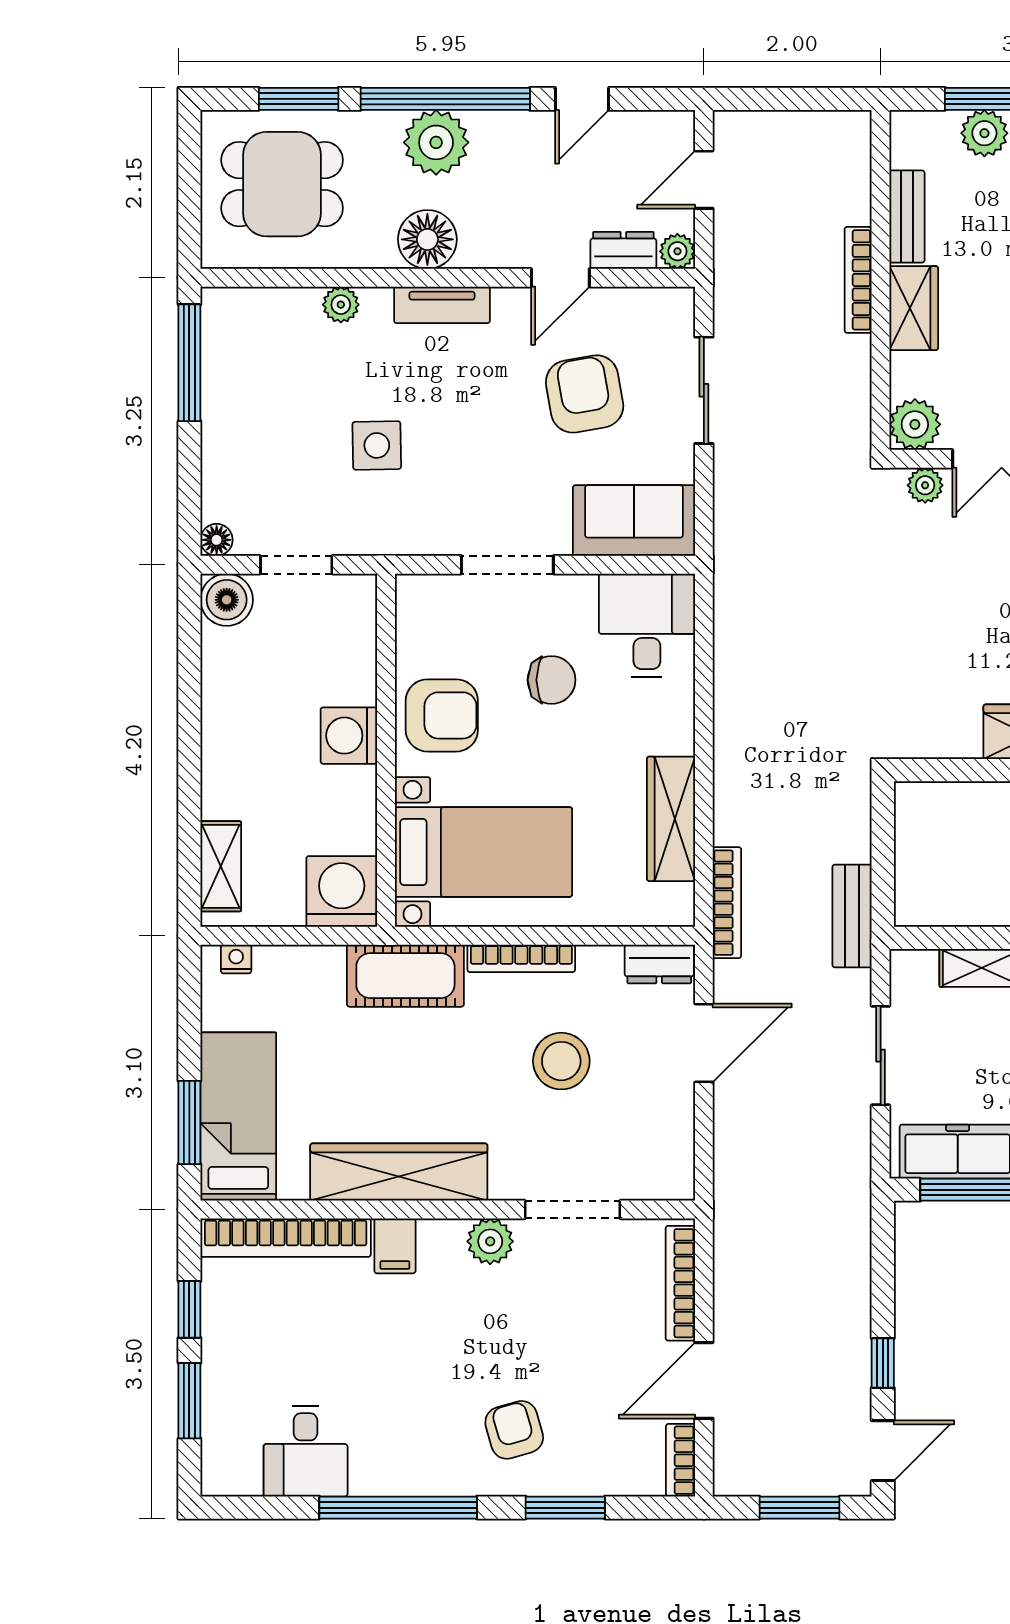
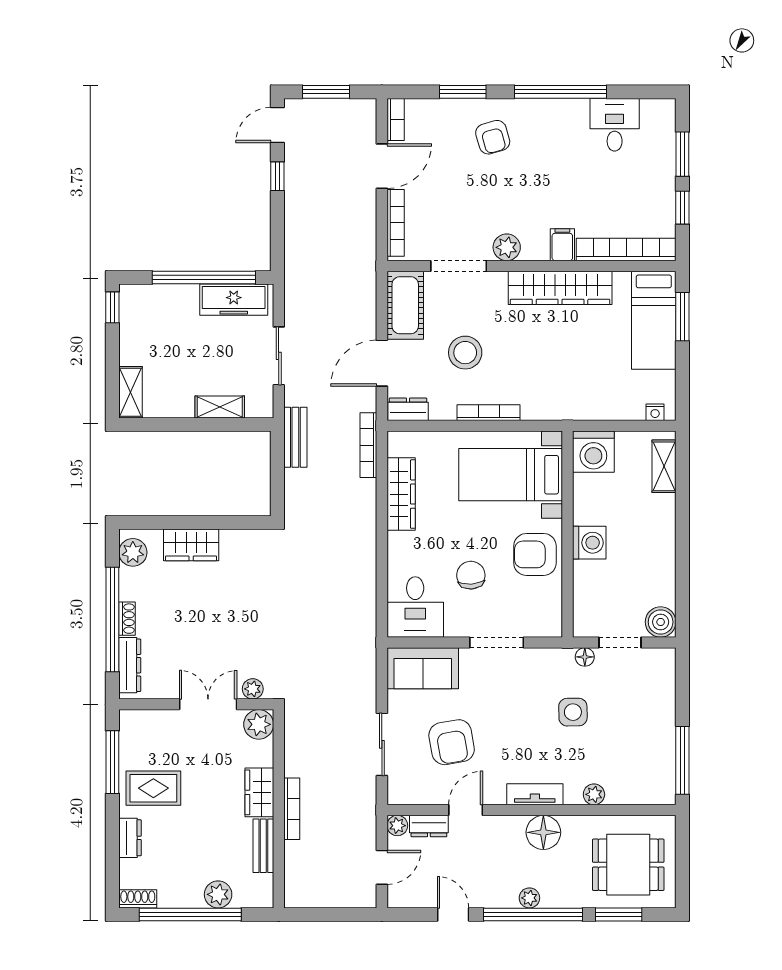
door: (582, 99) -> (453, 915), hinge flipped
plant: (436, 142) -> (529, 898), width x0.53, depth x0.53
floor lamp: (217, 540) -> (585, 657), moved
chair: (552, 680) -> (471, 575), turned 86
cot: (405, 976) -> (405, 305), moved, turned 90

